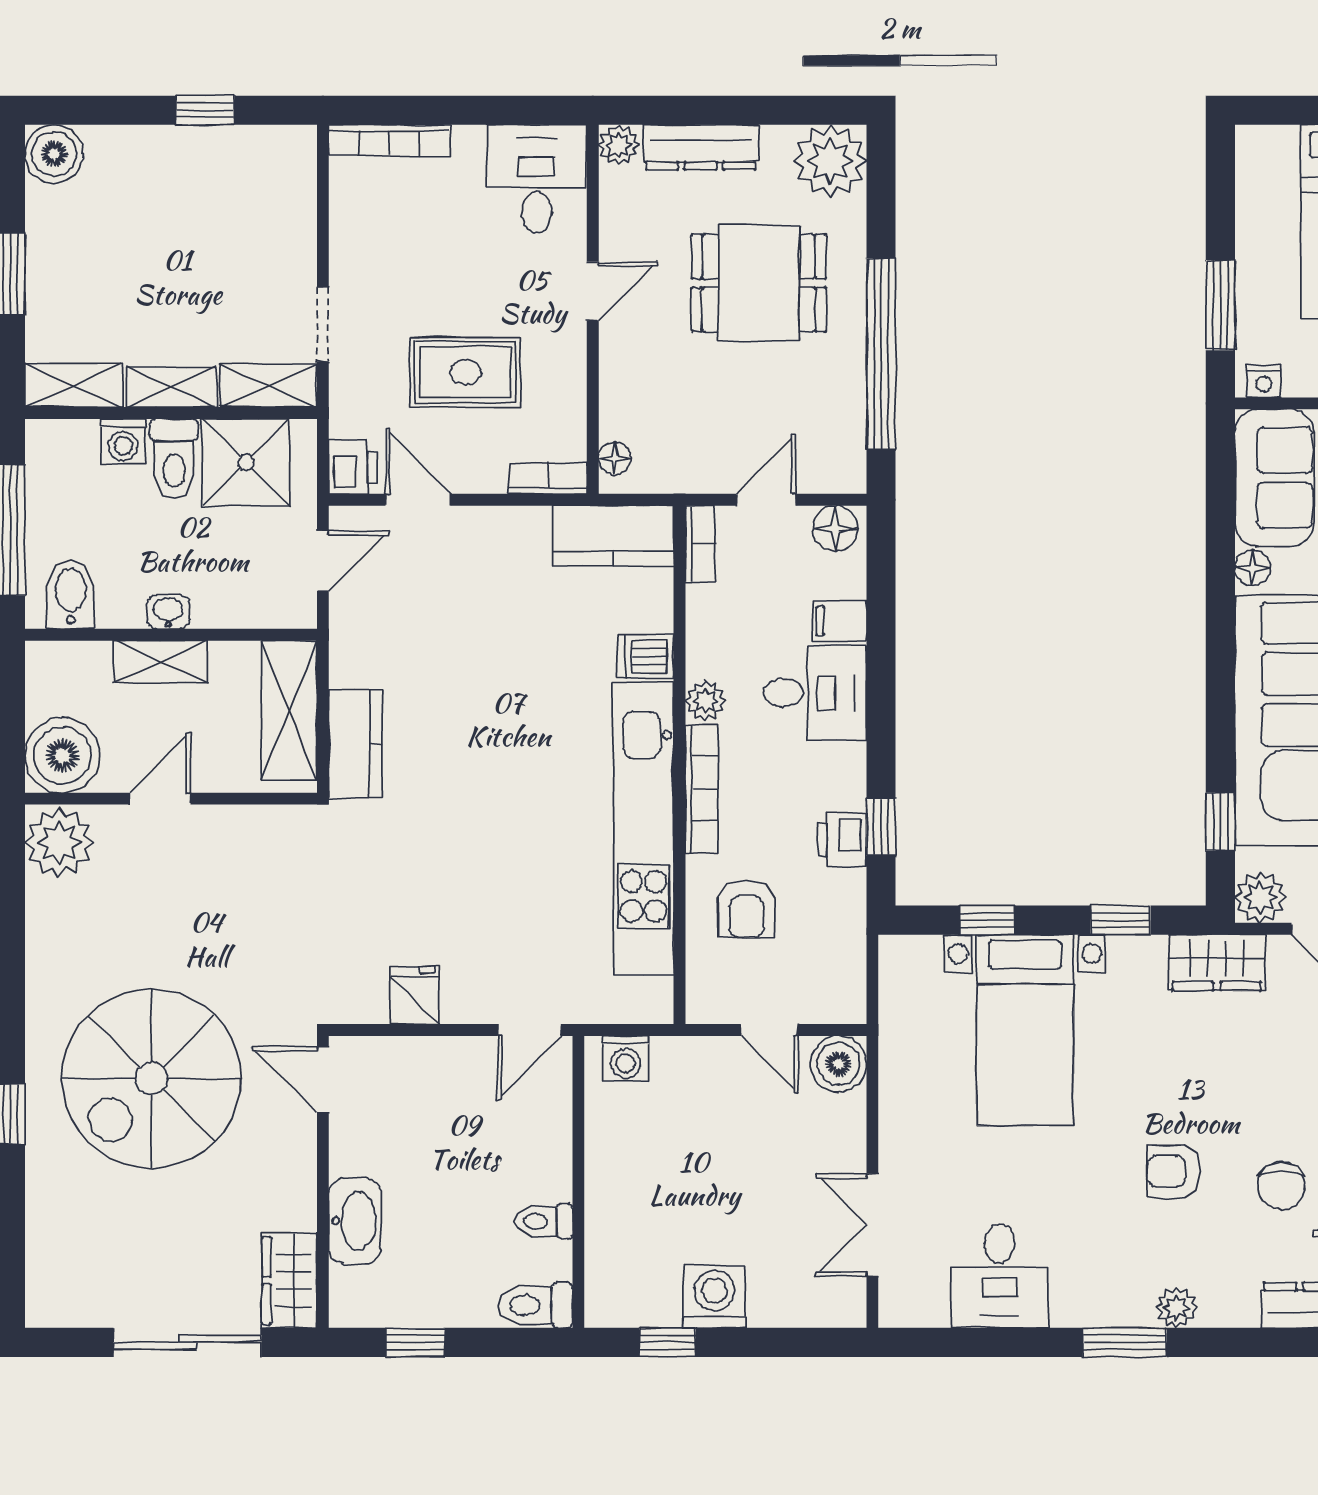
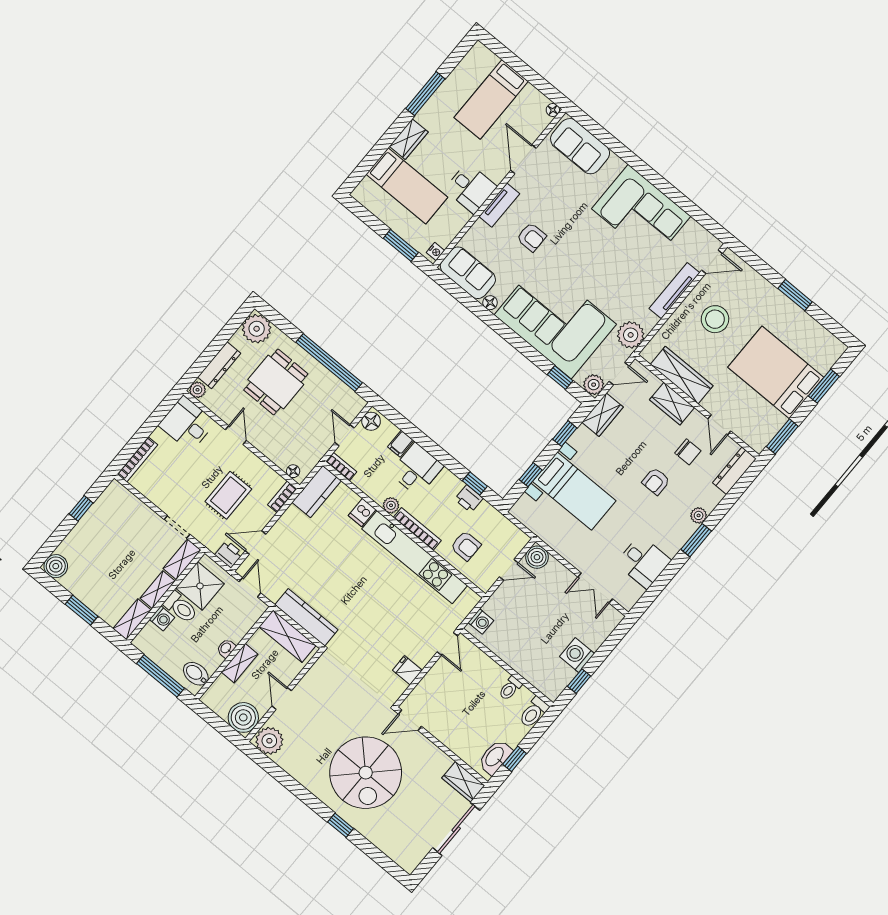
kitchen counter: (356, 744) -> (306, 617), width x1.50
washbasin: (355, 1221) -> (495, 757), moved, turned -90

